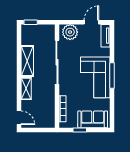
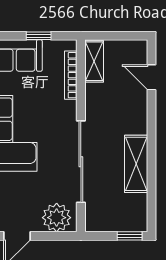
shelving: (26, 89) -> (94, 61), moved
door: (19, 118) -> (152, 77), moved

